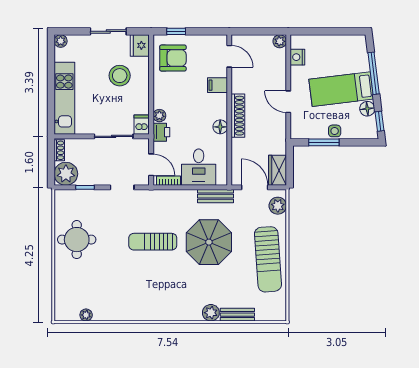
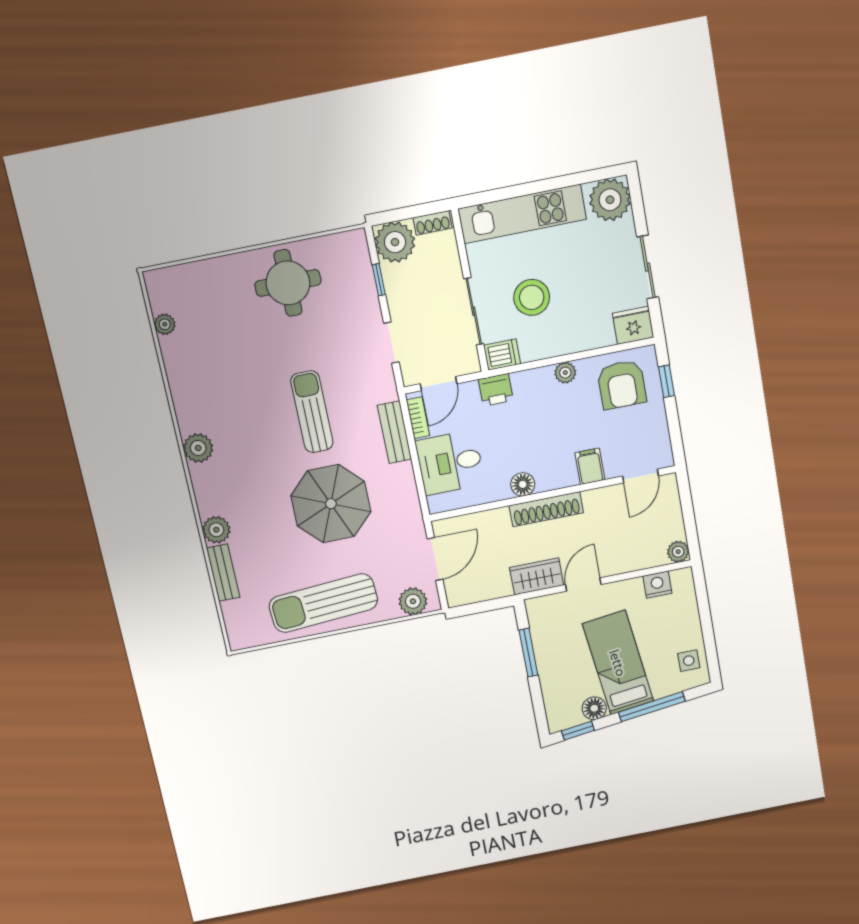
plant: (61, 41) -> (610, 200), width x1.87, depth x1.87
stool: (120, 76) -> (532, 297), moved
plant: (159, 116) -> (565, 373), moved
side table: (335, 131) -> (689, 661), moved
wardrobe: (278, 170) -> (537, 576), moved
bench: (216, 196) -> (395, 432), moved
plant: (161, 312) -> (198, 448), added

